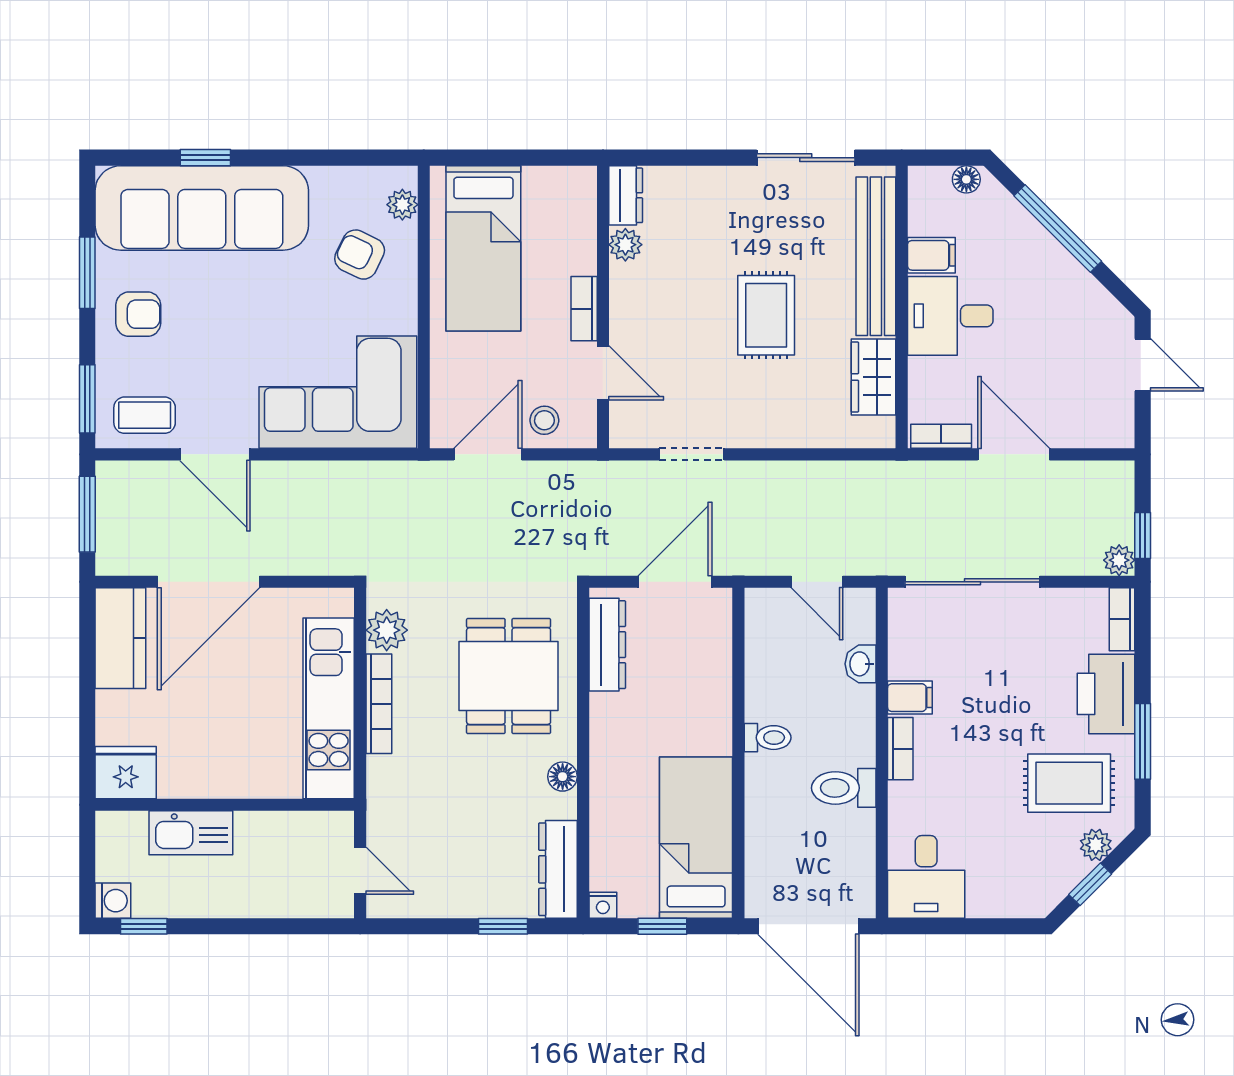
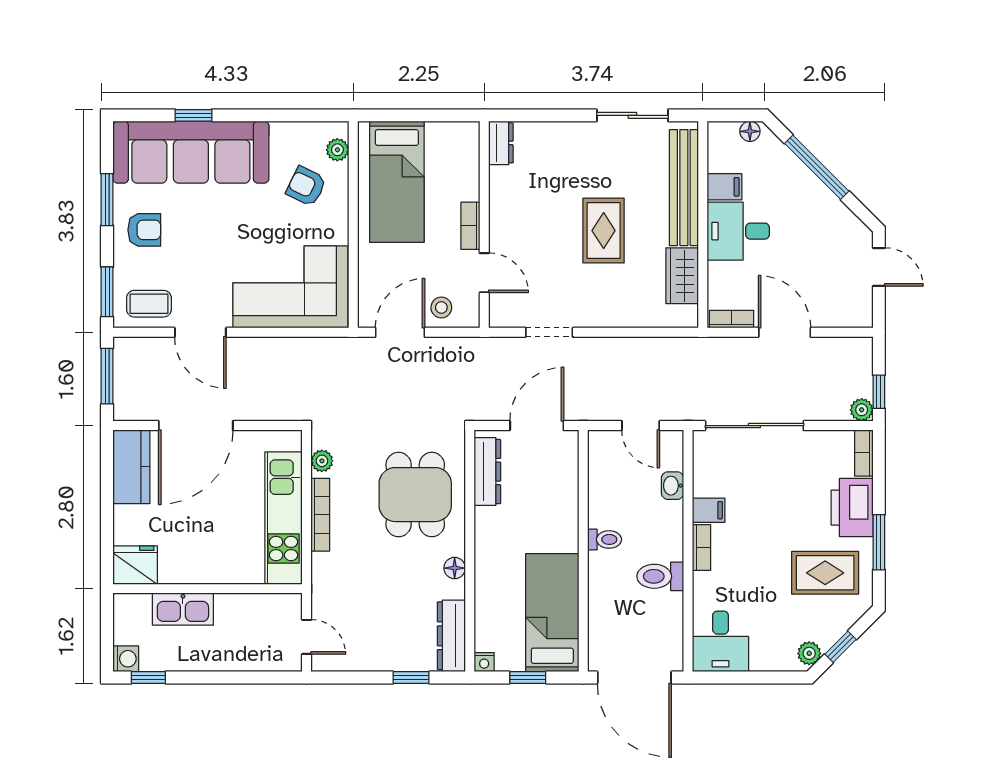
plant: (625, 245) -> (501, 179), removed
plant: (387, 630) -> (322, 461), width x0.73, depth x0.73
plant: (1096, 845) -> (809, 653), moved

